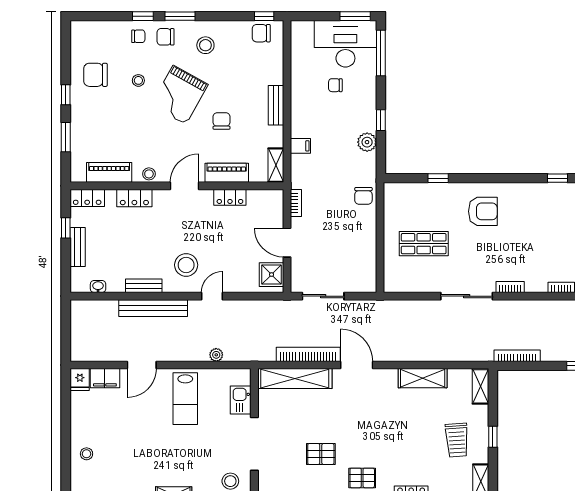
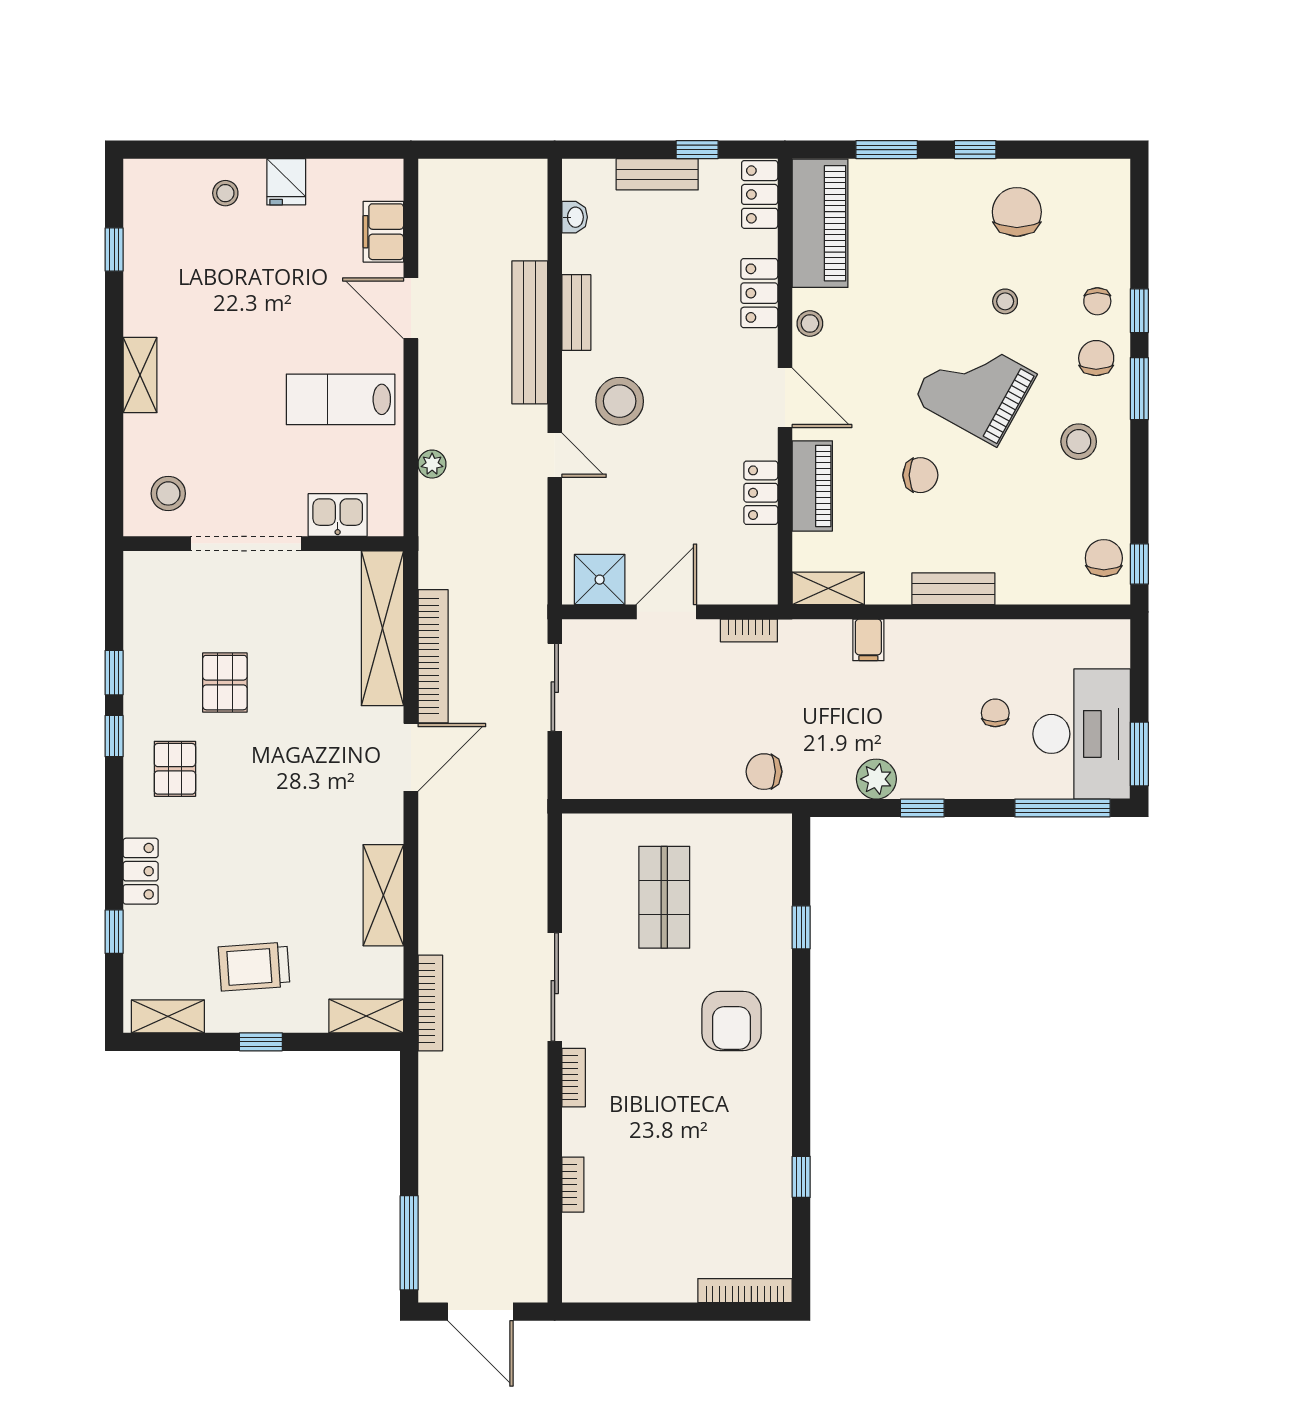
piano: (109, 172) -> (820, 223), width x1.37, depth x1.33
bookcase: (517, 356) -> (430, 1003), moved
fridge: (80, 379) -> (286, 182), moved, turned -90

